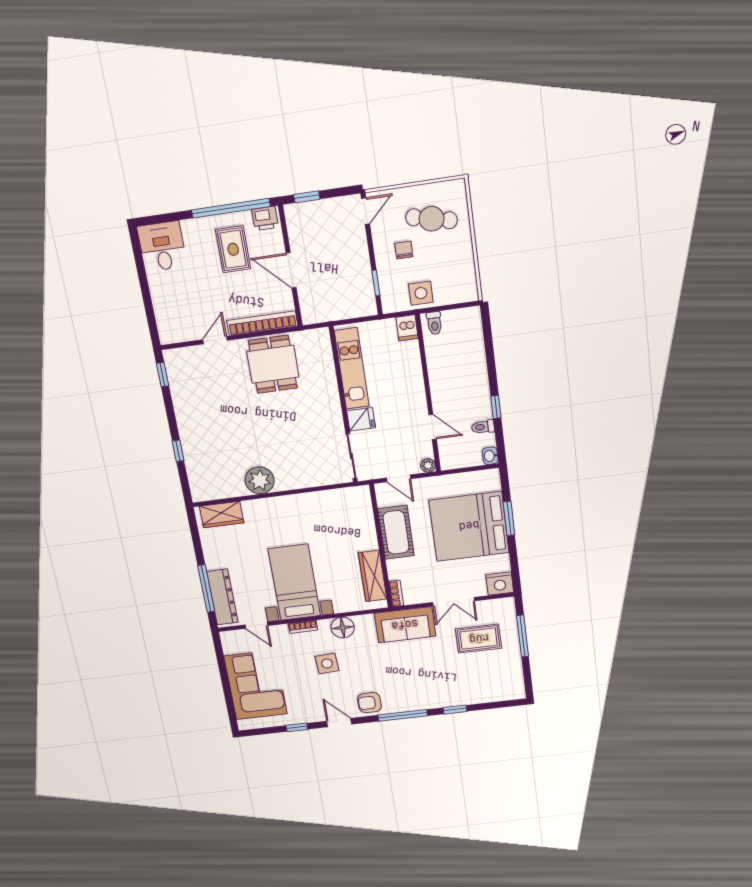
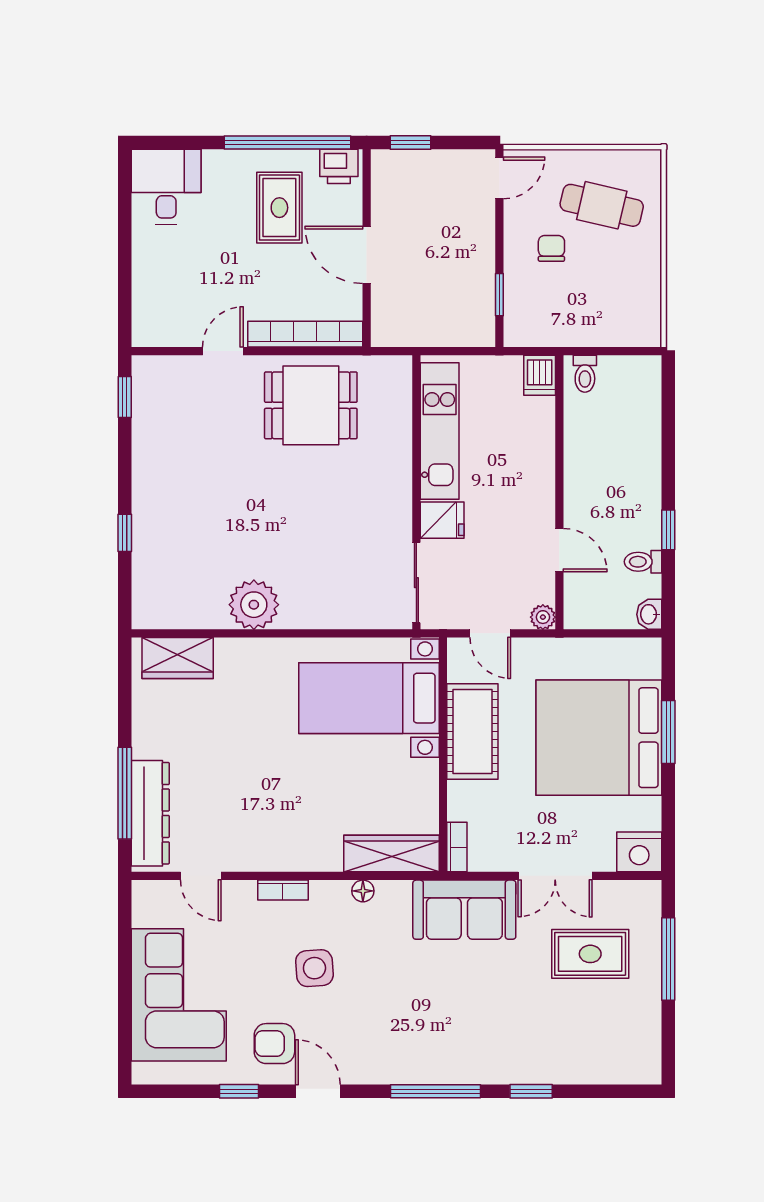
side table: (421, 293) -> (569, 322), removed
dining table: (273, 364) -> (311, 405), turned 90
wardrobe: (373, 576) -> (391, 854), moved, turned 90
bed with nightstands: (294, 582) -> (369, 698), moved, turned -90
floor lamp: (343, 628) -> (363, 891), width x0.53, depth x0.53
armchair: (369, 703) -> (274, 1044), moved

